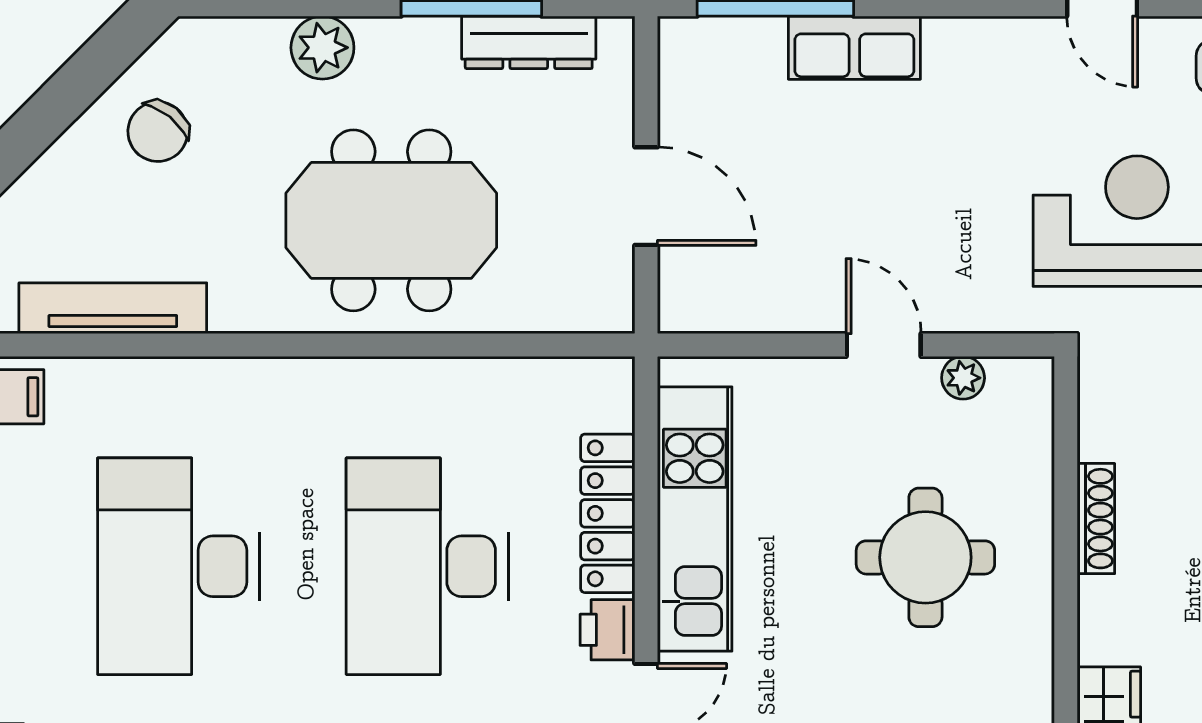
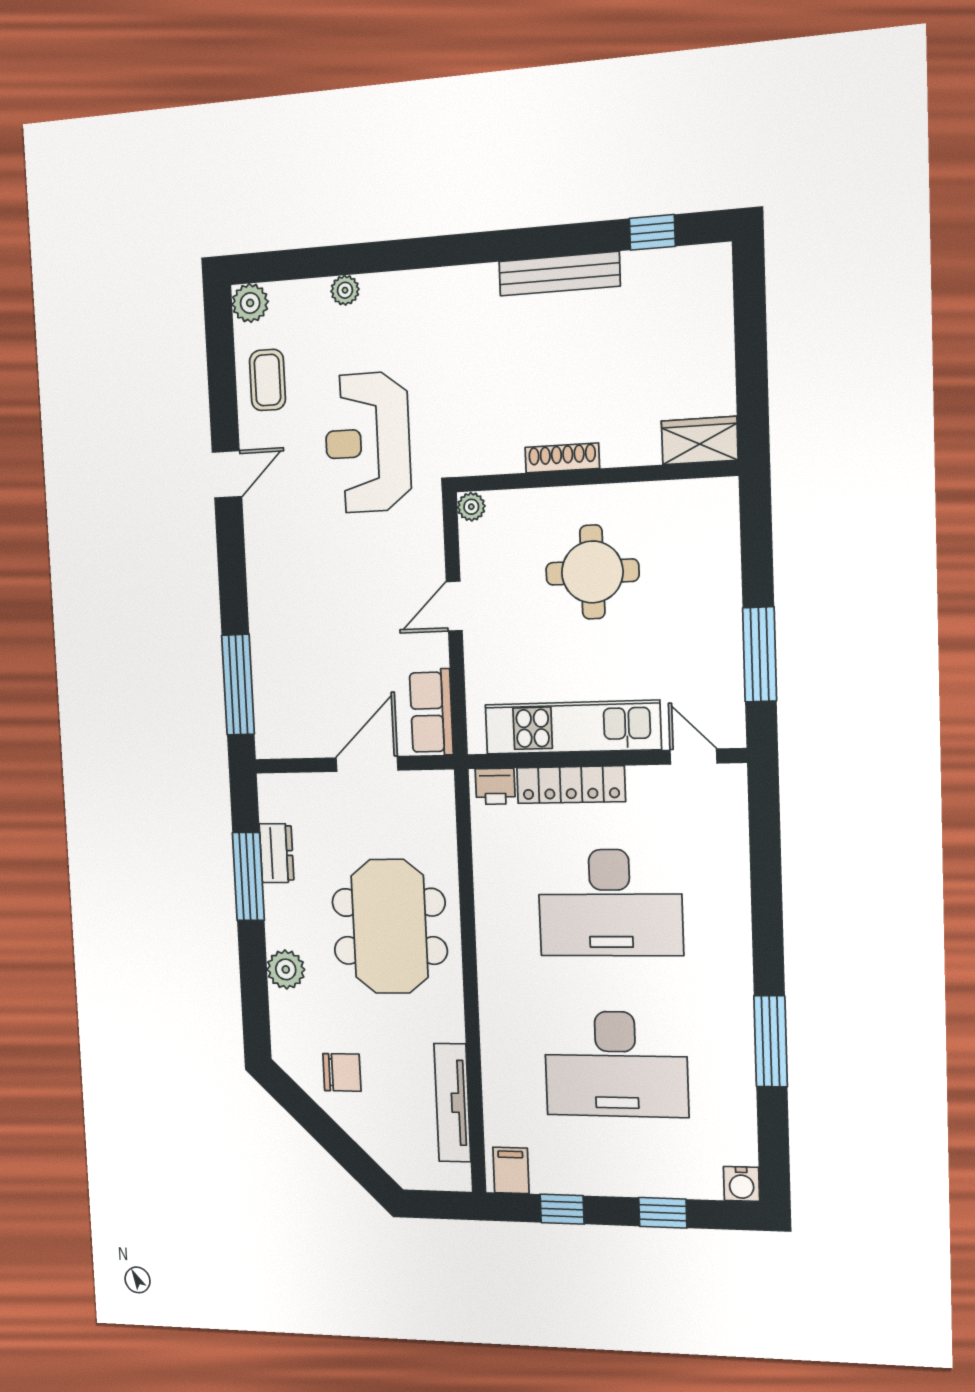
dresser: (529, 42) -> (277, 853), width x0.70
row of seats: (854, 48) -> (431, 712), moved, turned 180
chair: (158, 132) -> (342, 1072), turned -39
plant: (963, 378) -> (471, 507), moved
printer: (607, 630) -> (495, 786), moved

